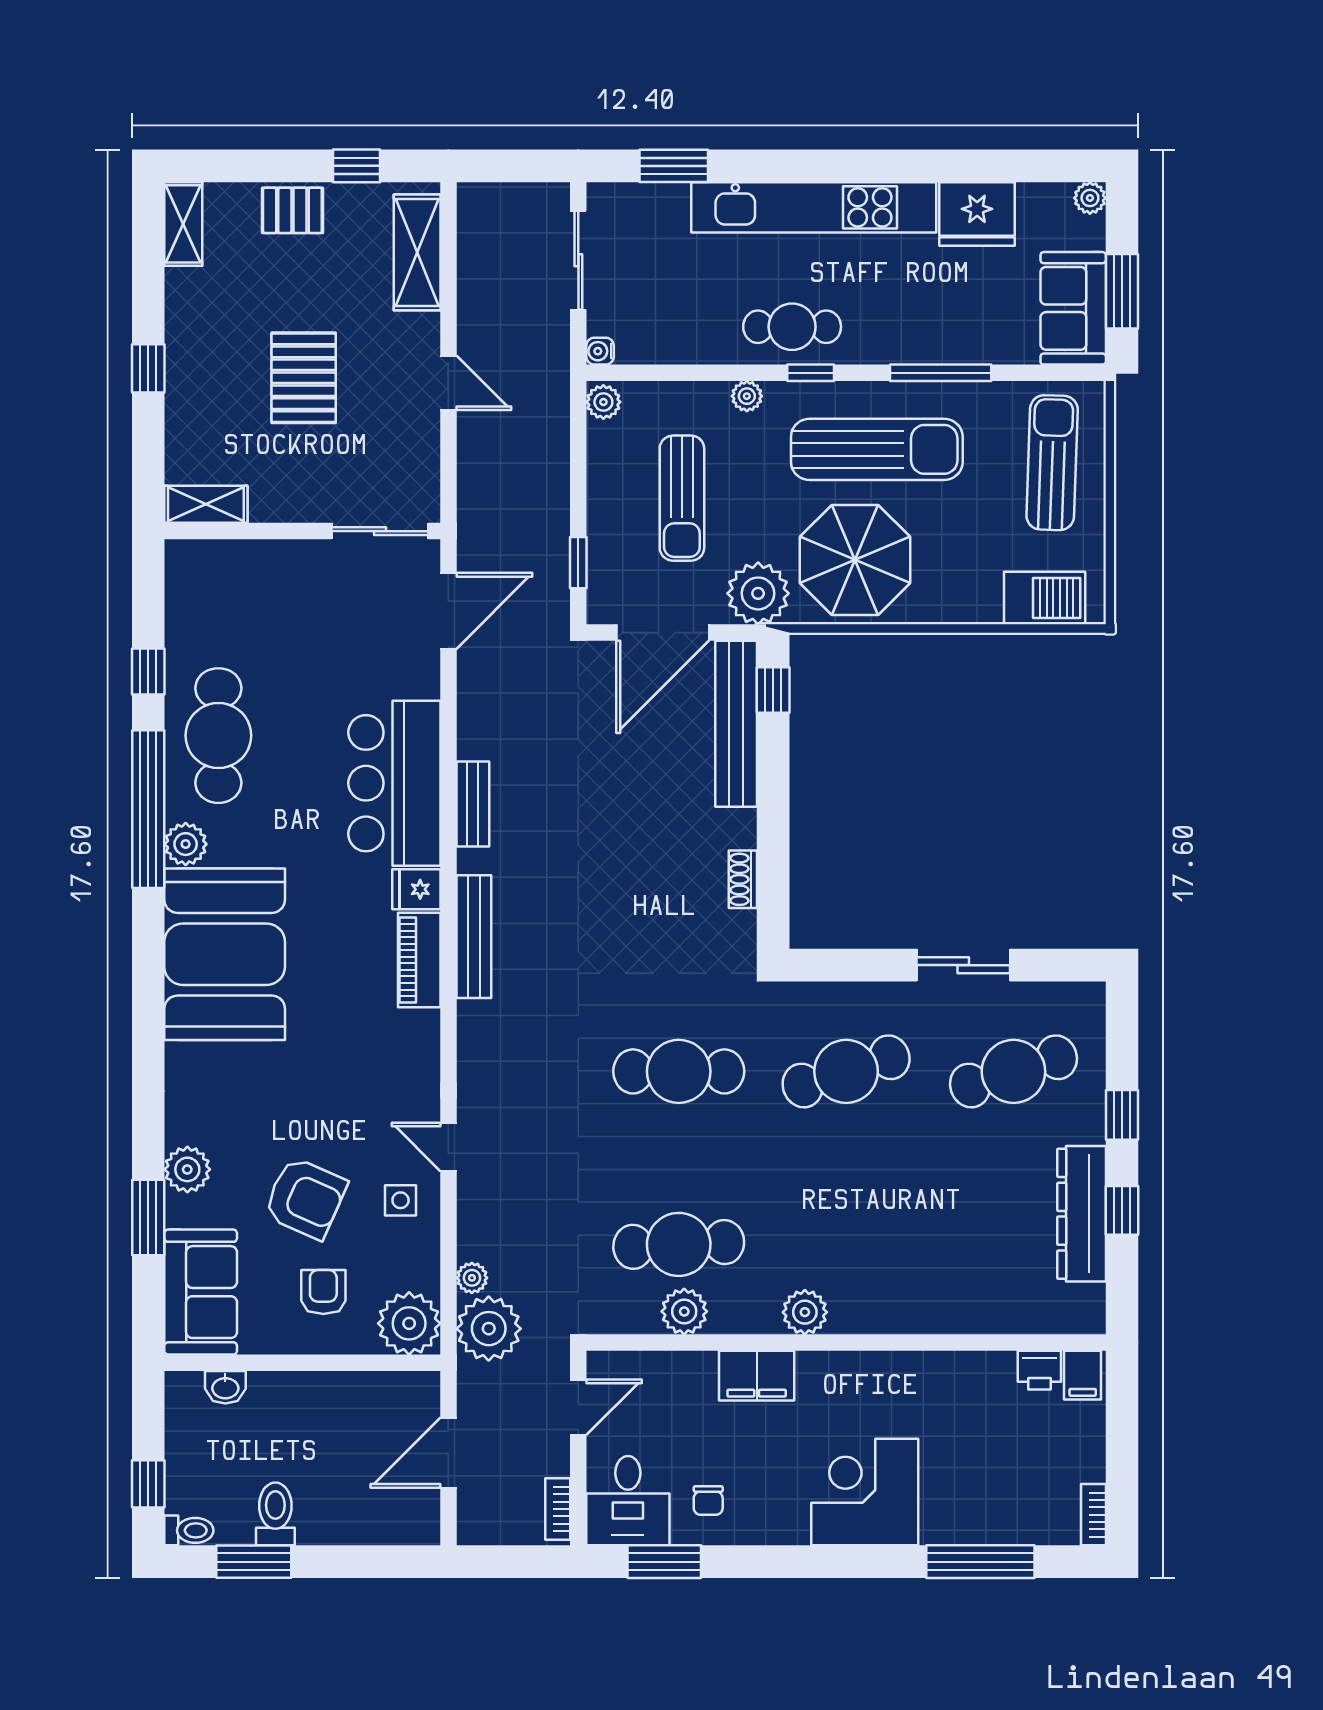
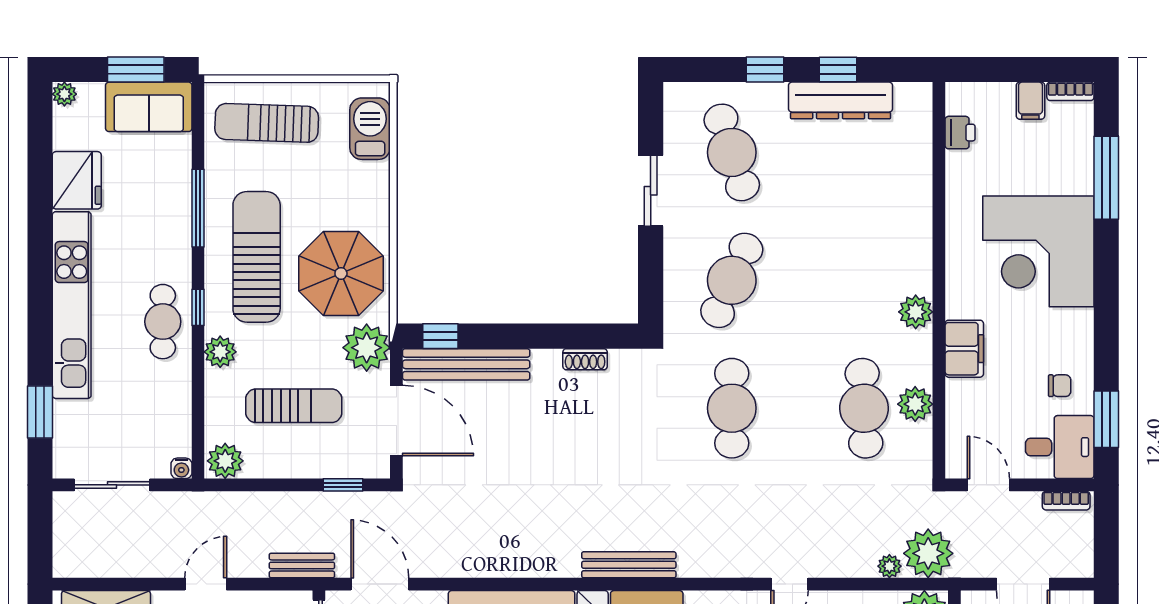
plant: (747, 396) -> (220, 352), width x1.38, depth x1.38
plant: (603, 402) -> (225, 461), width x1.38, depth x1.38
bench: (473, 804) -> (302, 565), moved
cafe table: (846, 1071) -> (732, 280), turned 42
filing cabinet: (1083, 1375) -> (1030, 101), moved, turned 90
corner desk: (865, 1492) -> (1038, 251), width x1.36, depth x1.36

